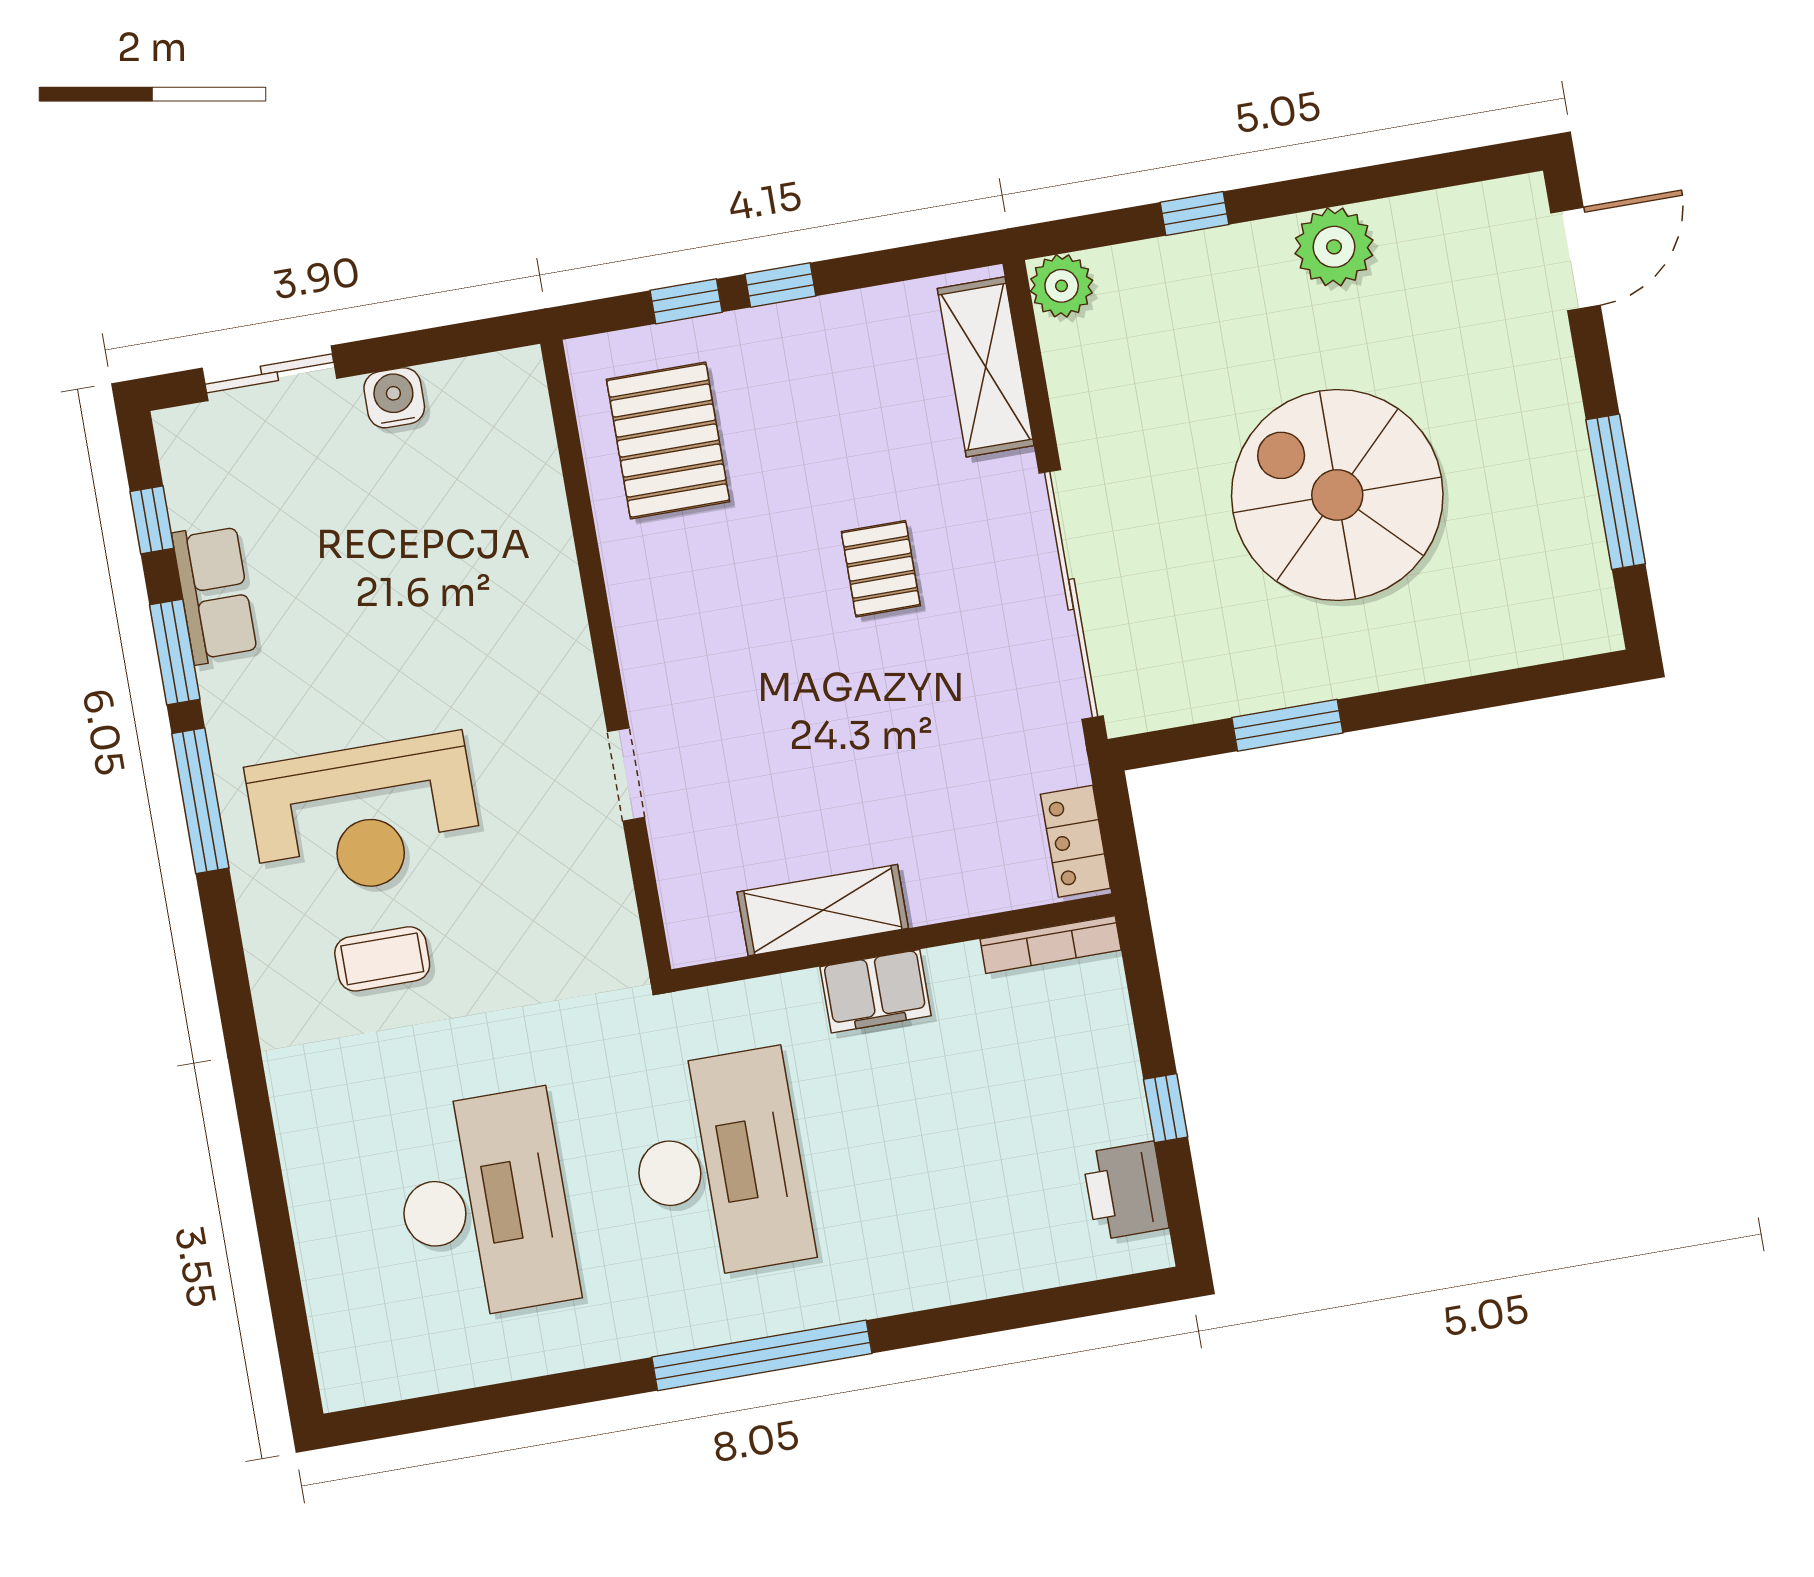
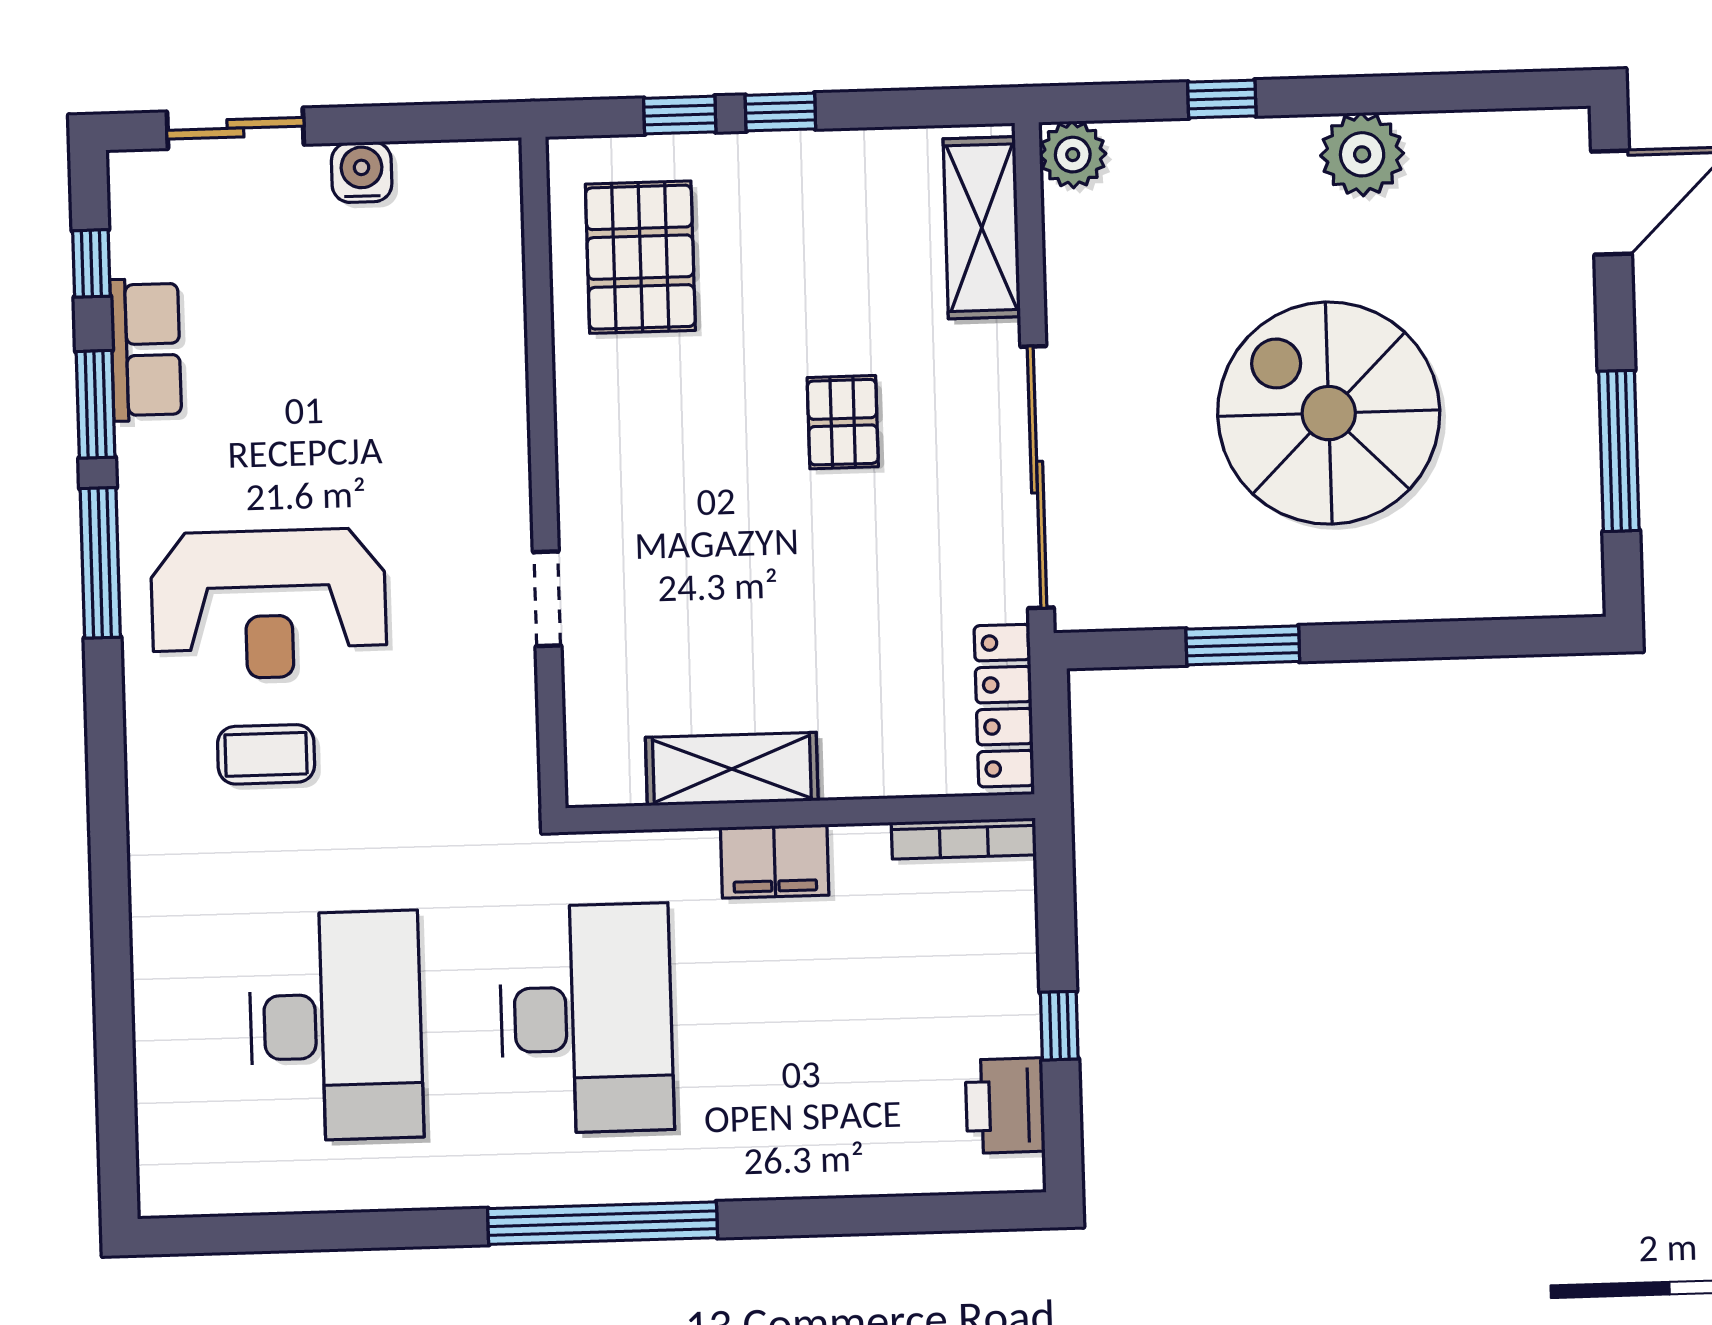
locker: (1075, 841) -> (1004, 706), width x1.53

